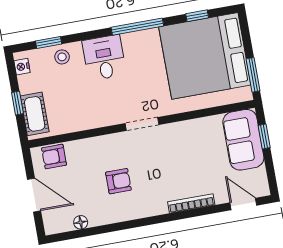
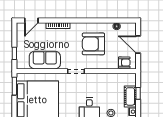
cot: (35, 114) -> (130, 96), moved
sofa: (243, 140) -> (45, 60), moved, turned -90
armchair: (118, 181) -> (93, 44), width x1.88, depth x1.88
door: (243, 204) -> (31, 21), hinge flipped

